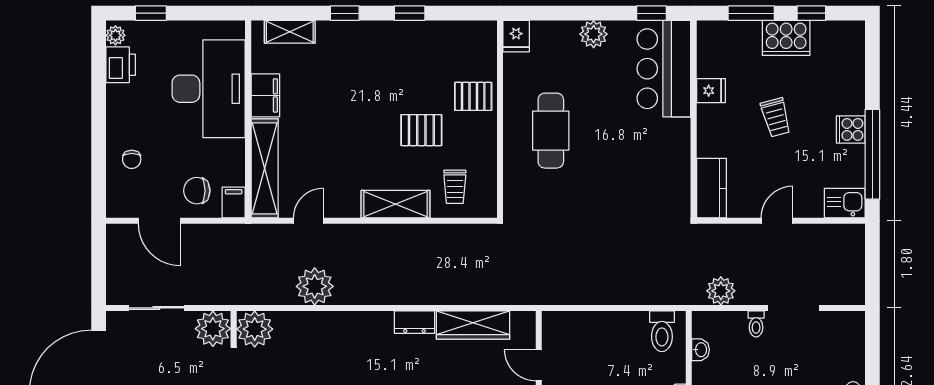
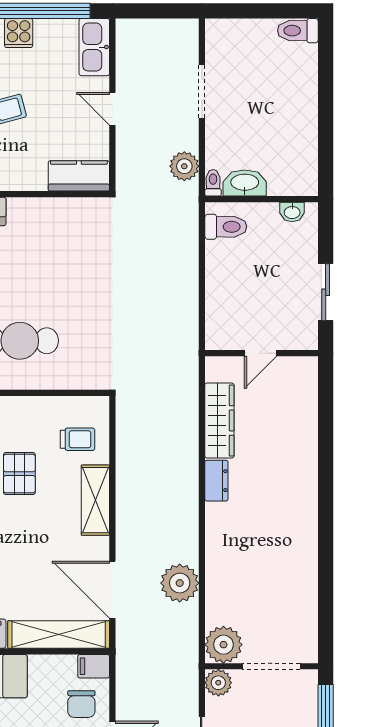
kitchen sink: (845, 203) -> (94, 47), width x1.38
door: (308, 221) -> (112, 590), width x1.87
toilet: (756, 324) -> (213, 183), moved, turned -90
plant: (213, 329) -> (218, 683), width x0.73, depth x0.73
washbasin: (701, 350) -> (245, 183), width x1.91, depth x1.45

